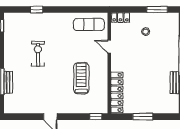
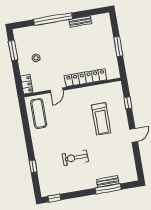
treadmill: (81, 78) -> (101, 119), moved, turned -90
locker: (117, 92) -> (86, 78), moved
window: (96, 117) -> (128, 103), moved

